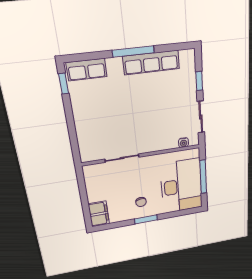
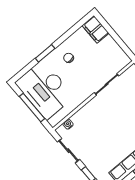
window: (146, 219) -> (45, 53), moved

